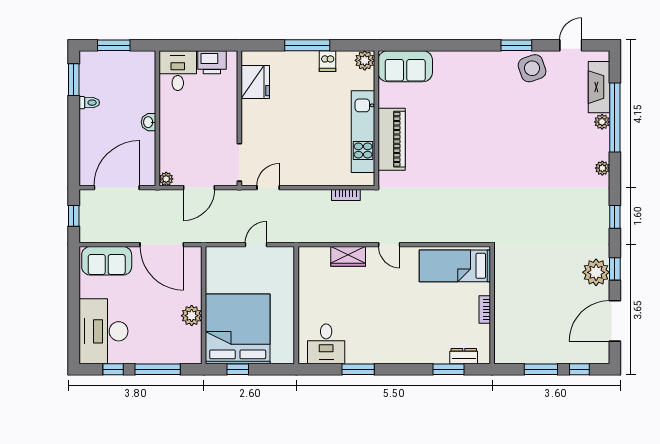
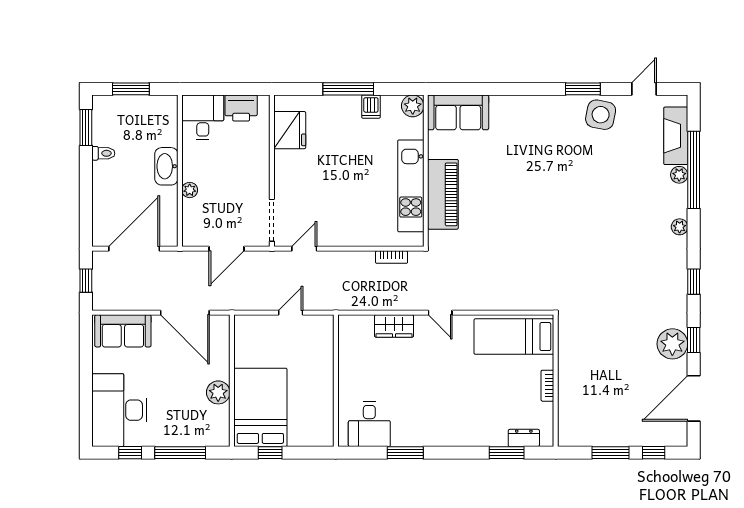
side table: (532, 68) -> (601, 115), turned 30
washbasin: (149, 122) -> (166, 166), width x1.91, depth x1.45
plant: (166, 179) -> (190, 190), moved
bed: (238, 329) -> (260, 407), width x0.73

